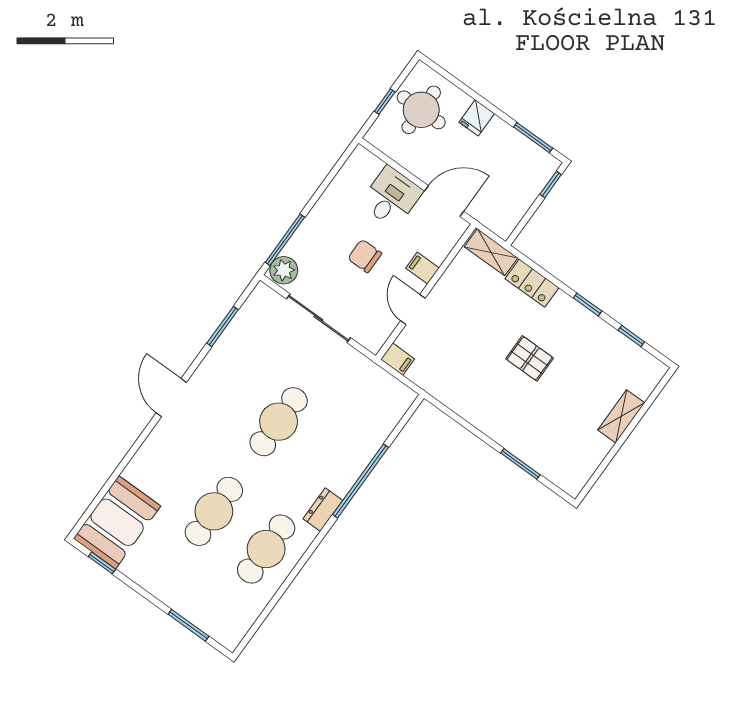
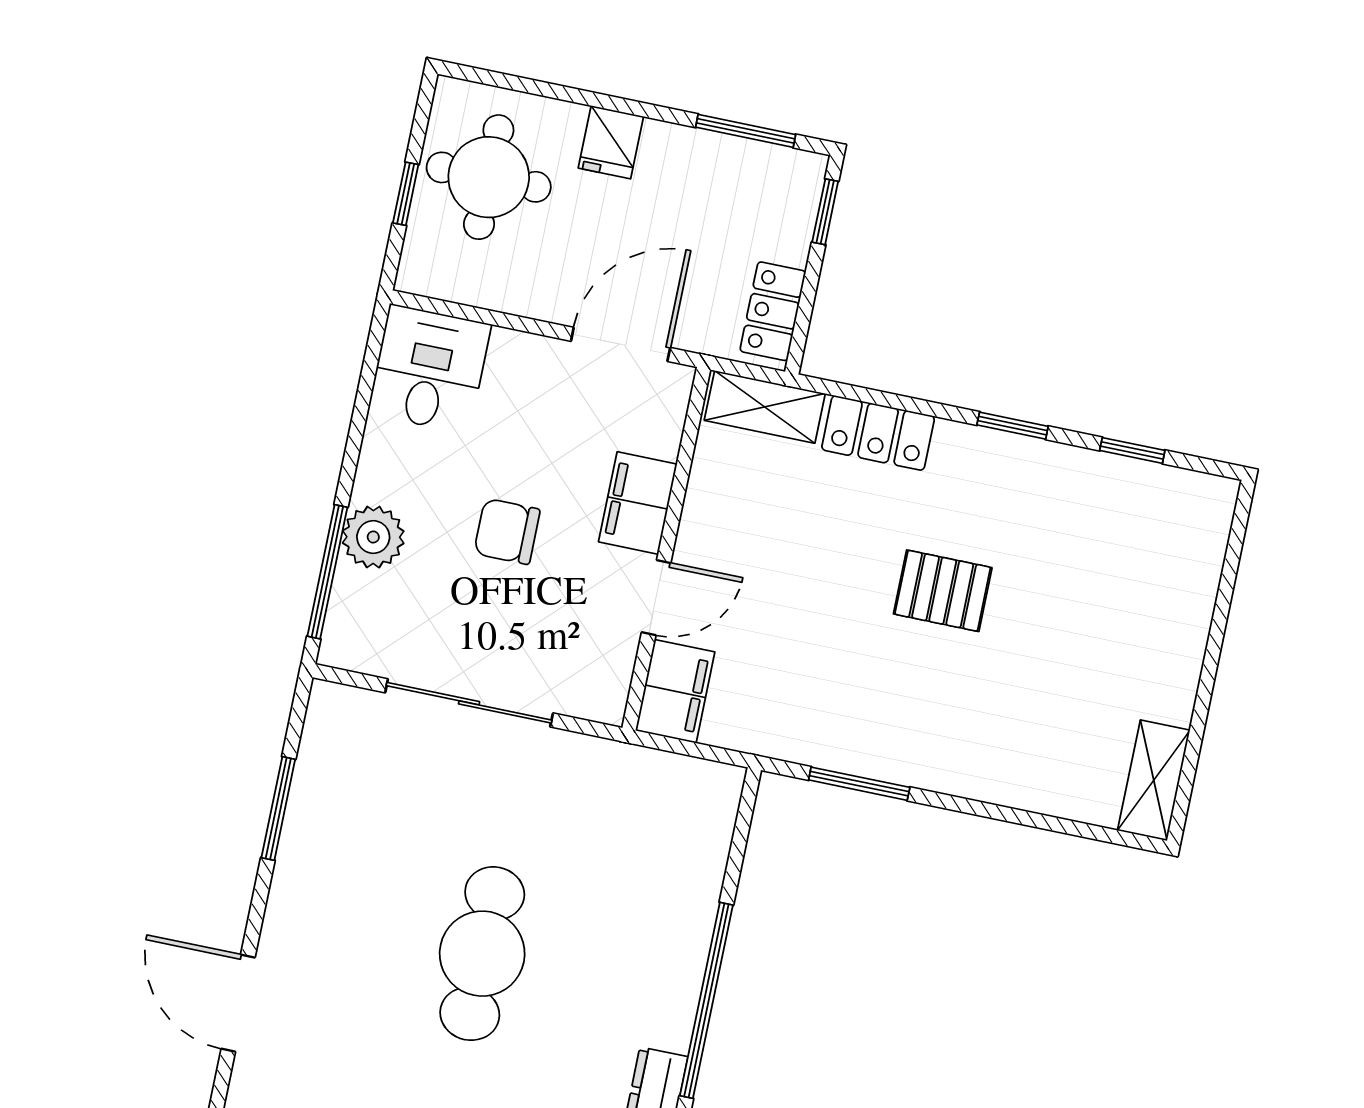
desk: (391, 197) -> (429, 369), moved
locker: (512, 215) -> (773, 311), added
filing cabinet: (423, 268) -> (638, 503), width x2.00
plant: (284, 270) -> (373, 537), moved
door: (413, 310) -> (656, 598), swing flipped
filing cabinet: (398, 359) -> (675, 691), width x2.00
shelving: (621, 416) -> (1154, 780), moved
window: (520, 464) -> (859, 784), moved

